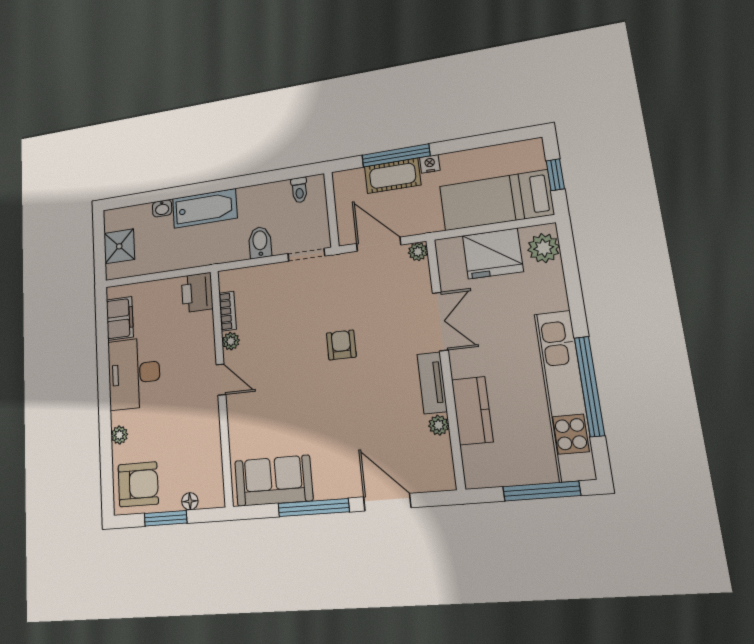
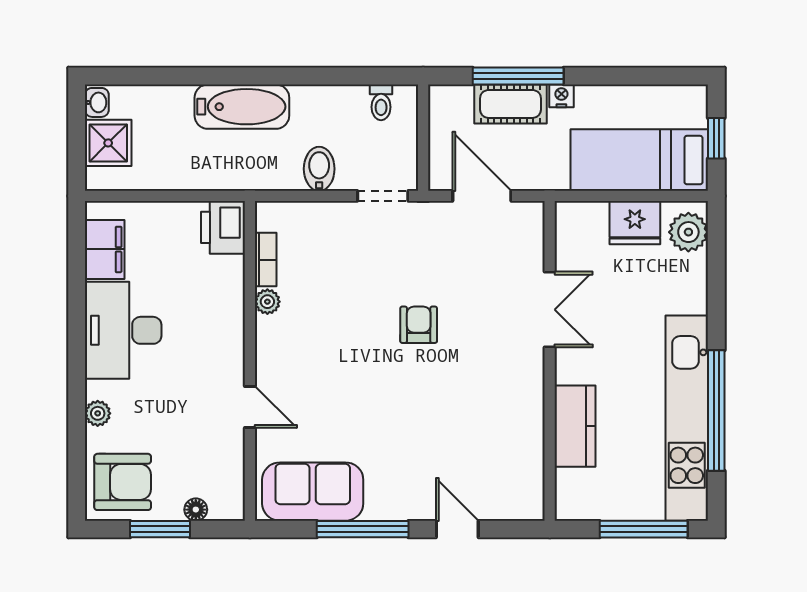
washbasin: (162, 208) -> (97, 102), moved, turned -90
plant: (418, 252) -> (532, 214), removed
fridge: (493, 254) -> (635, 223), width x0.73, depth x0.75
door: (221, 380) -> (250, 407), moved
tv unit: (432, 383) -> (530, 387), removed
plant: (439, 425) -> (532, 440), removed
door: (387, 502) -> (457, 529), width x0.73

